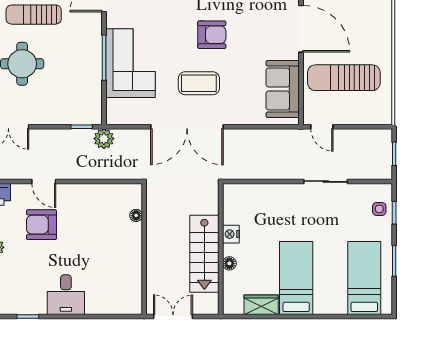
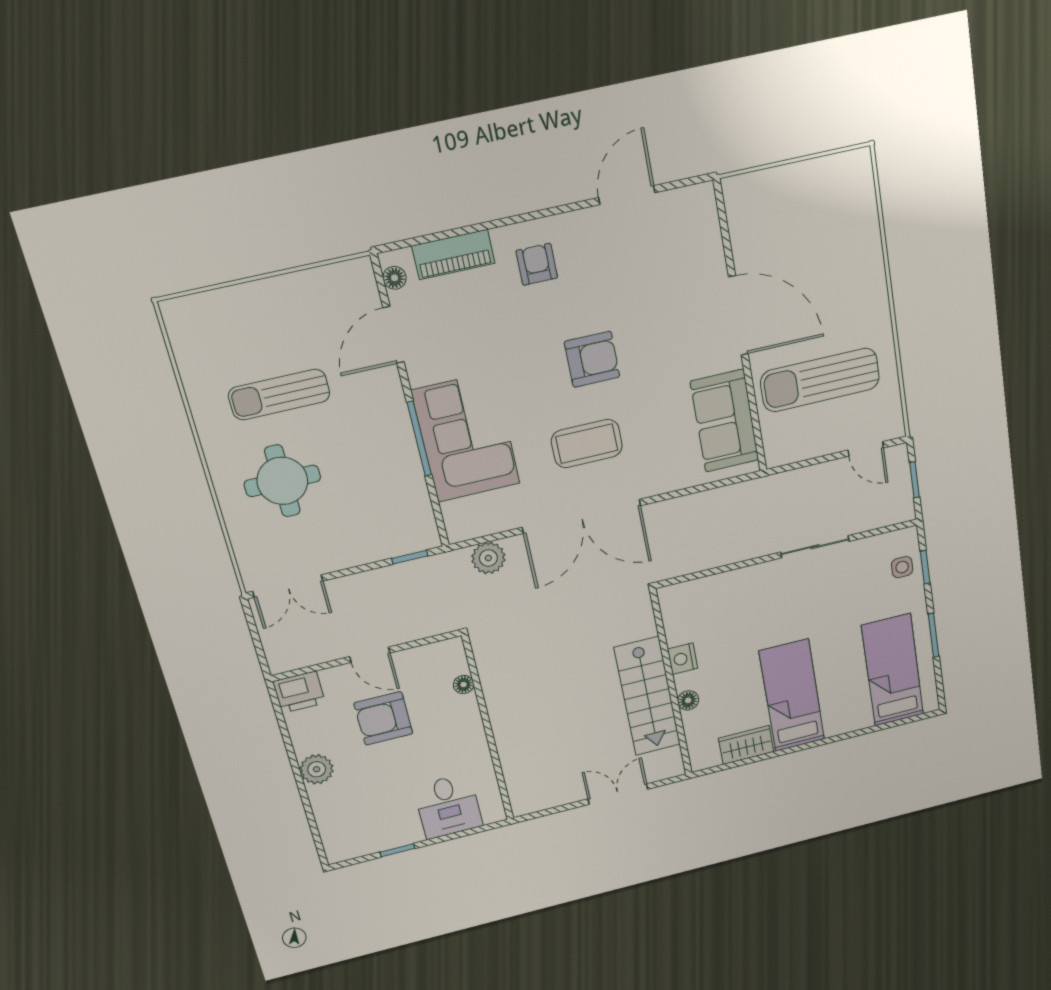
door: (322, 127) -> (866, 449), moved
plant: (104, 139) -> (488, 558), moved
floor lamp: (136, 215) -> (464, 685), moved
wall: (144, 249) -> (488, 729), moved

